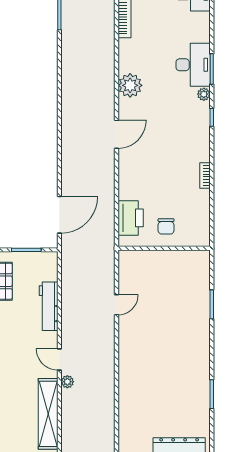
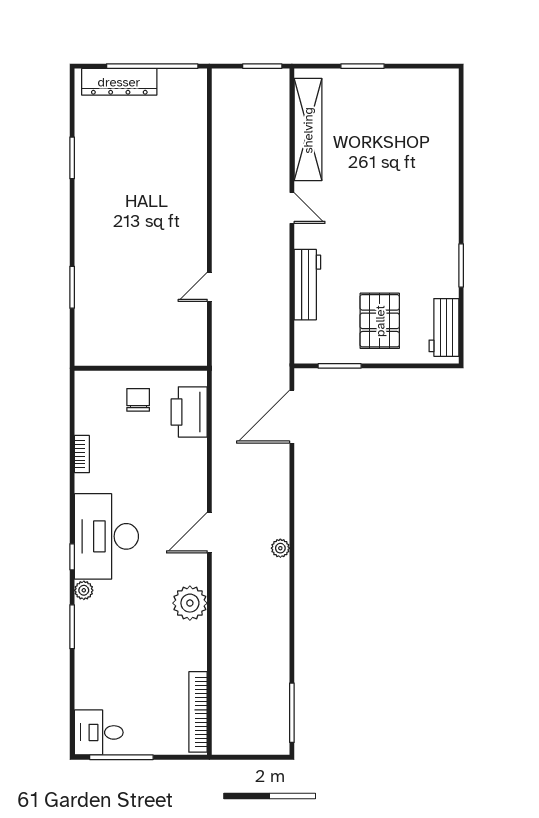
desk: (193, 65) -> (106, 536), moved, width x1.36, depth x1.30
bookcase: (205, 175) -> (82, 454), moved
plant: (67, 382) -> (280, 548), moved

